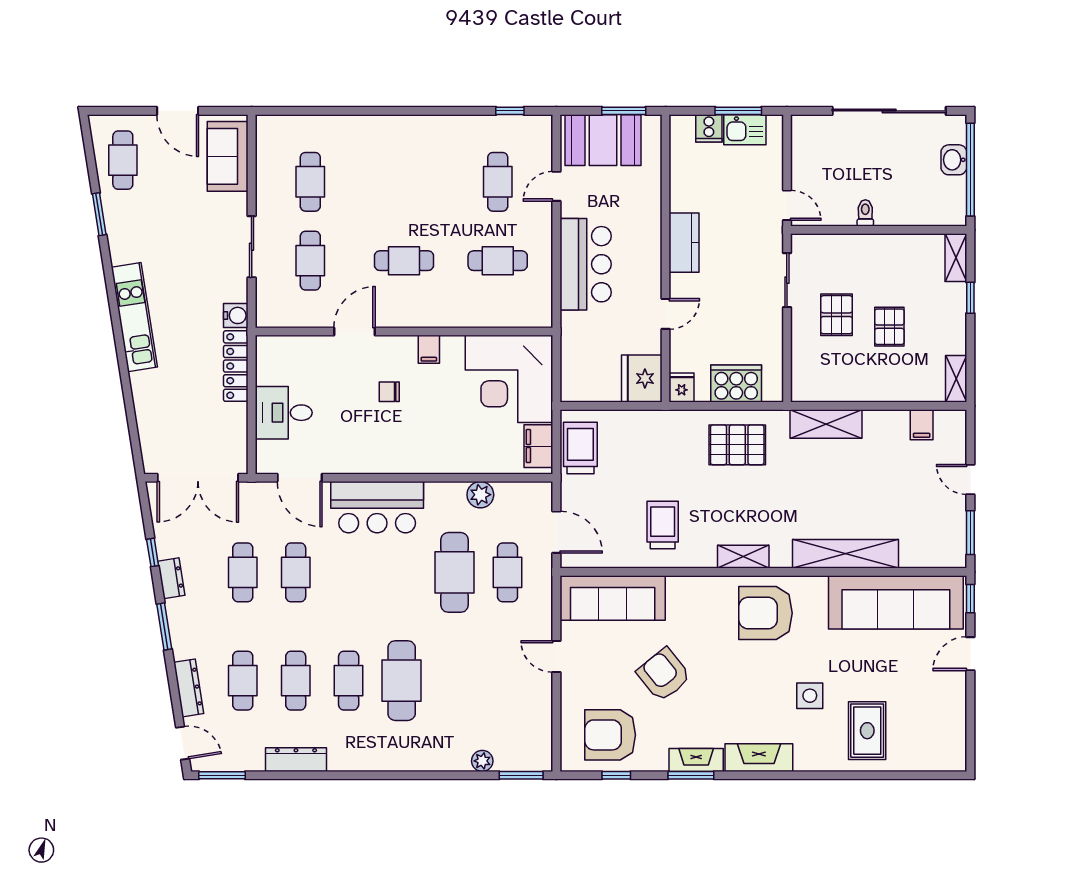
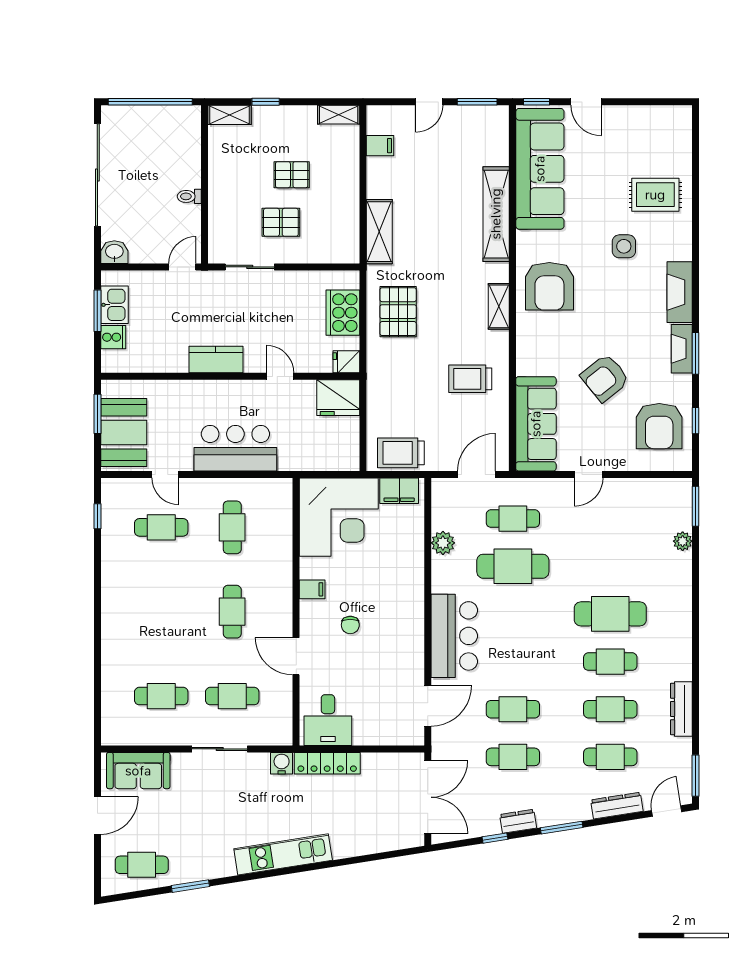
washbasin: (954, 160) -> (114, 252), moved, turned 180
desk: (284, 413) -> (328, 720), moved

